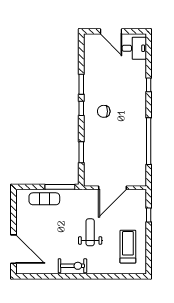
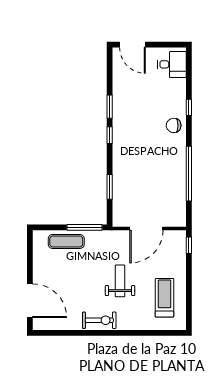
door: (111, 31) -> (132, 45), moved
chair: (104, 111) -> (174, 125), moved
window: (149, 215) -> (189, 245), moved

